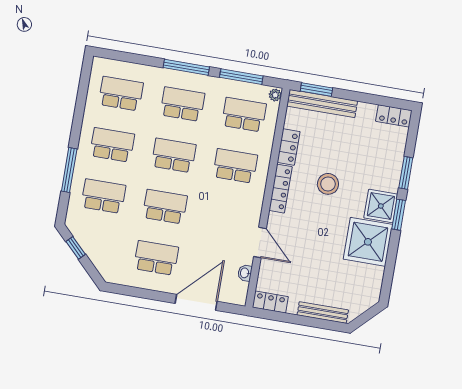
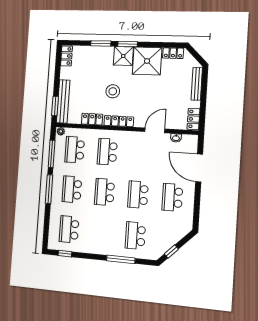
window: (84, 83) -> (65, 254), added
school desk: (112, 145) -> (102, 232), removed
locker: (374, 283) -> (173, 53), added

